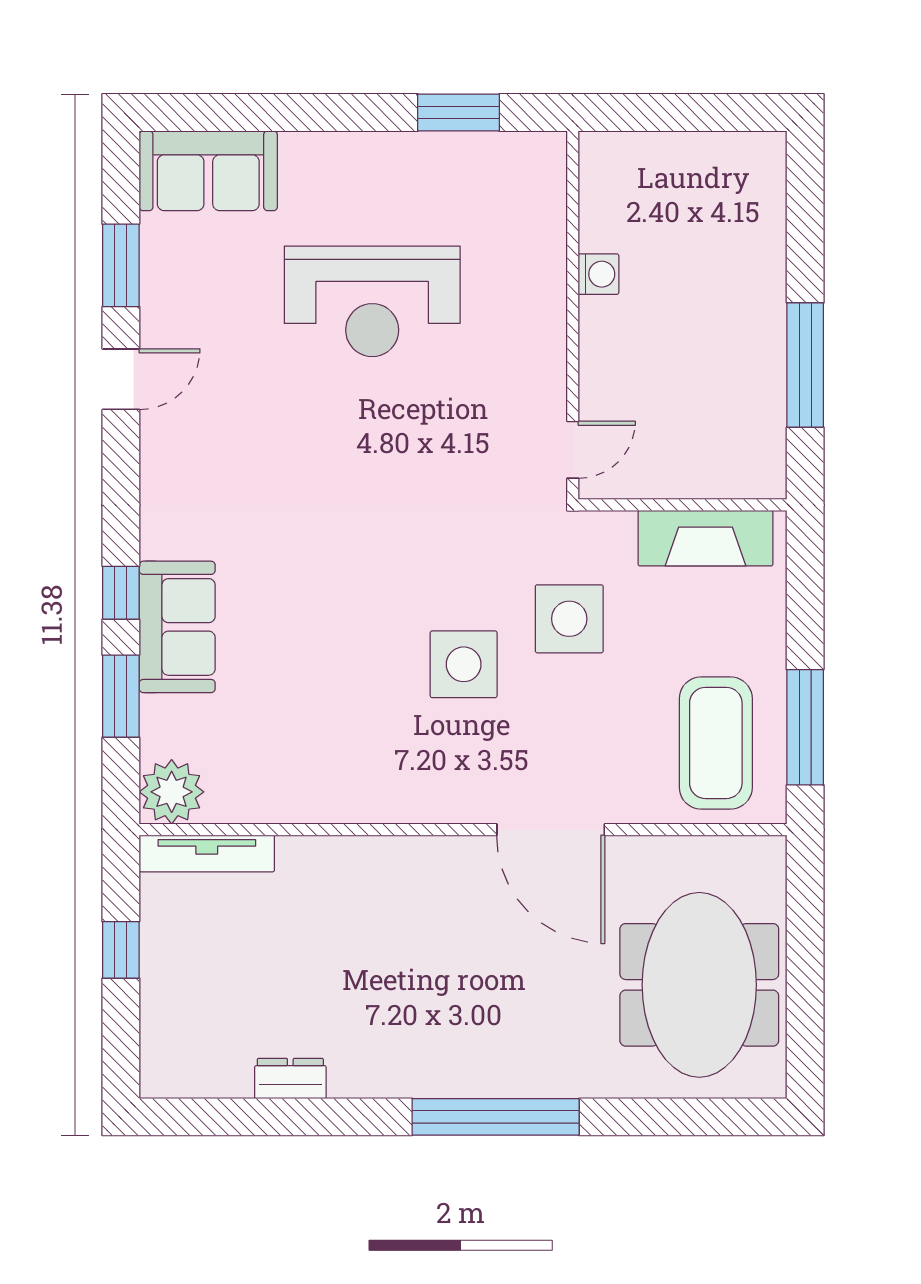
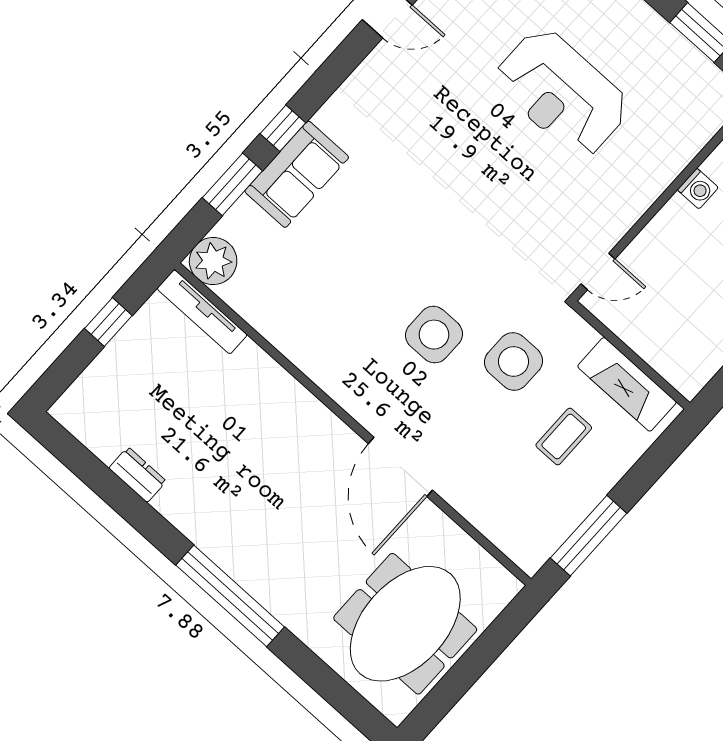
coffee table: (716, 743) -> (564, 437), moved, width x0.54, depth x0.58

